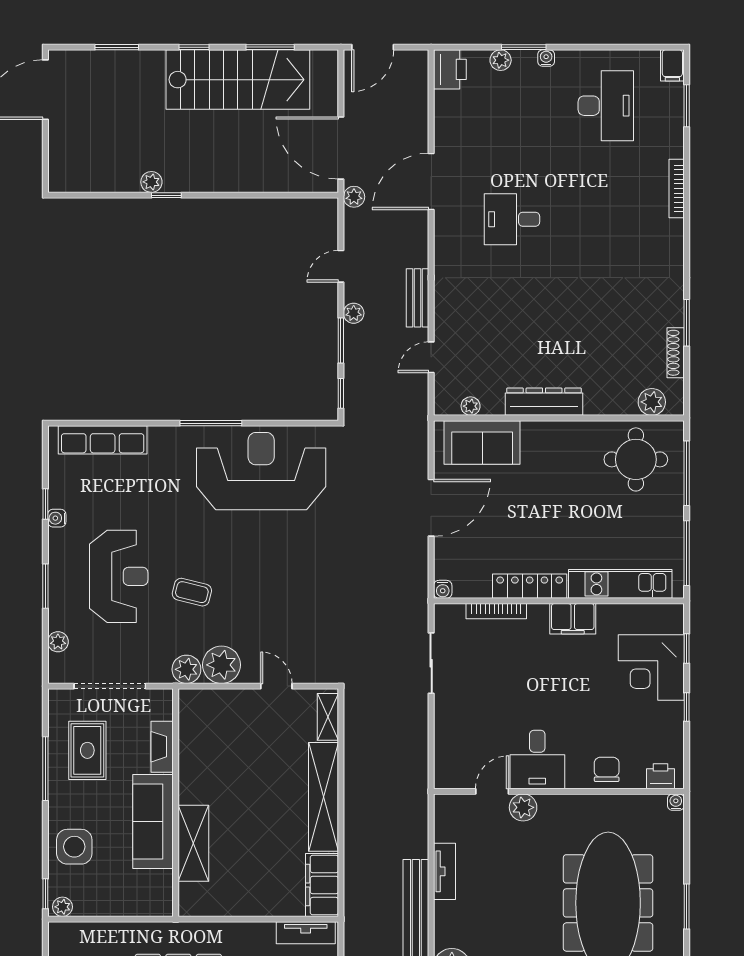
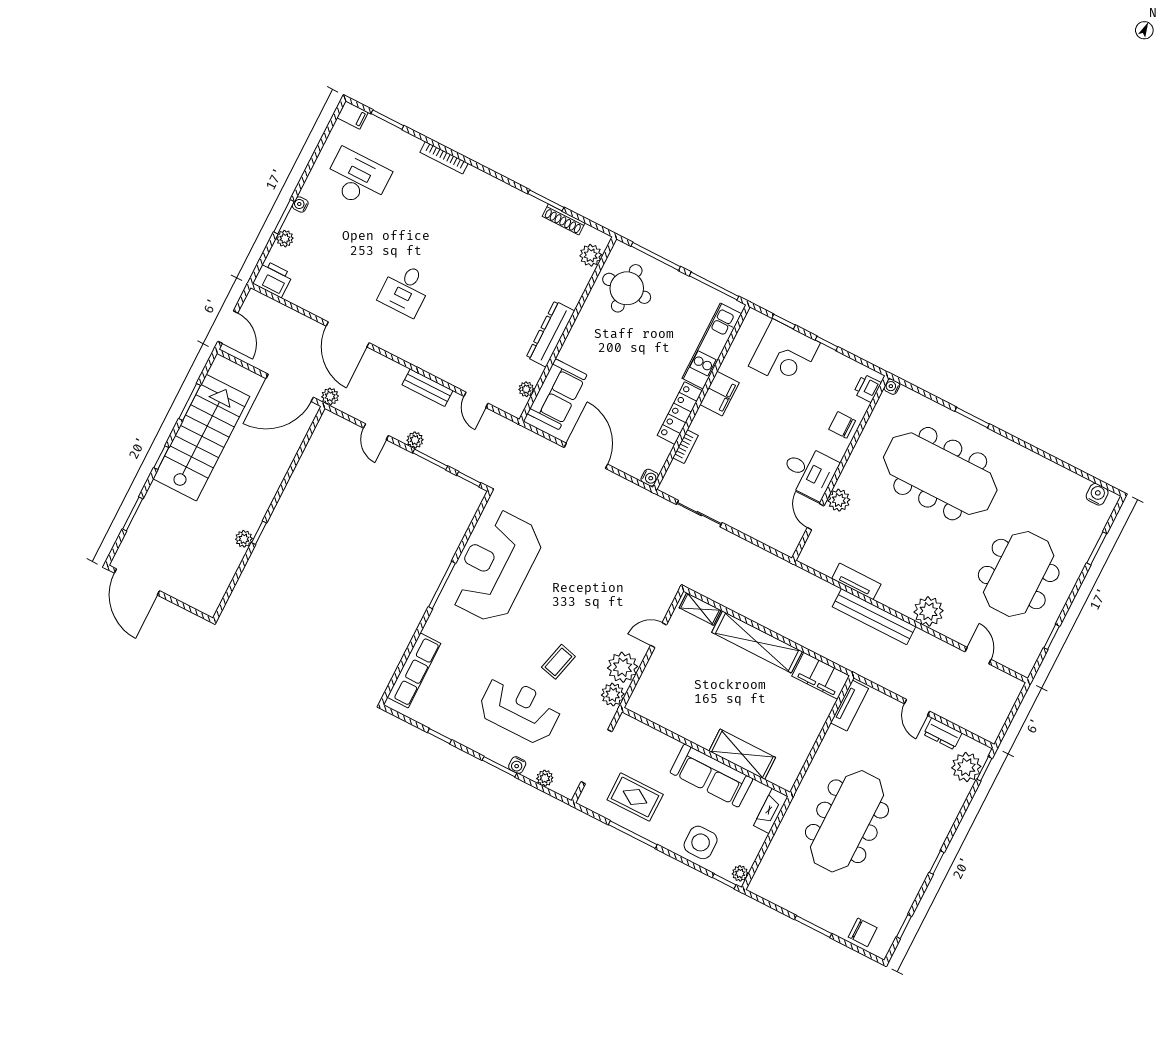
water cooler: (57, 518) -> (517, 765), moved
bookcase: (496, 611) -> (686, 447), width x0.64
fireplace: (162, 747) -> (771, 811), moved, turned 90

